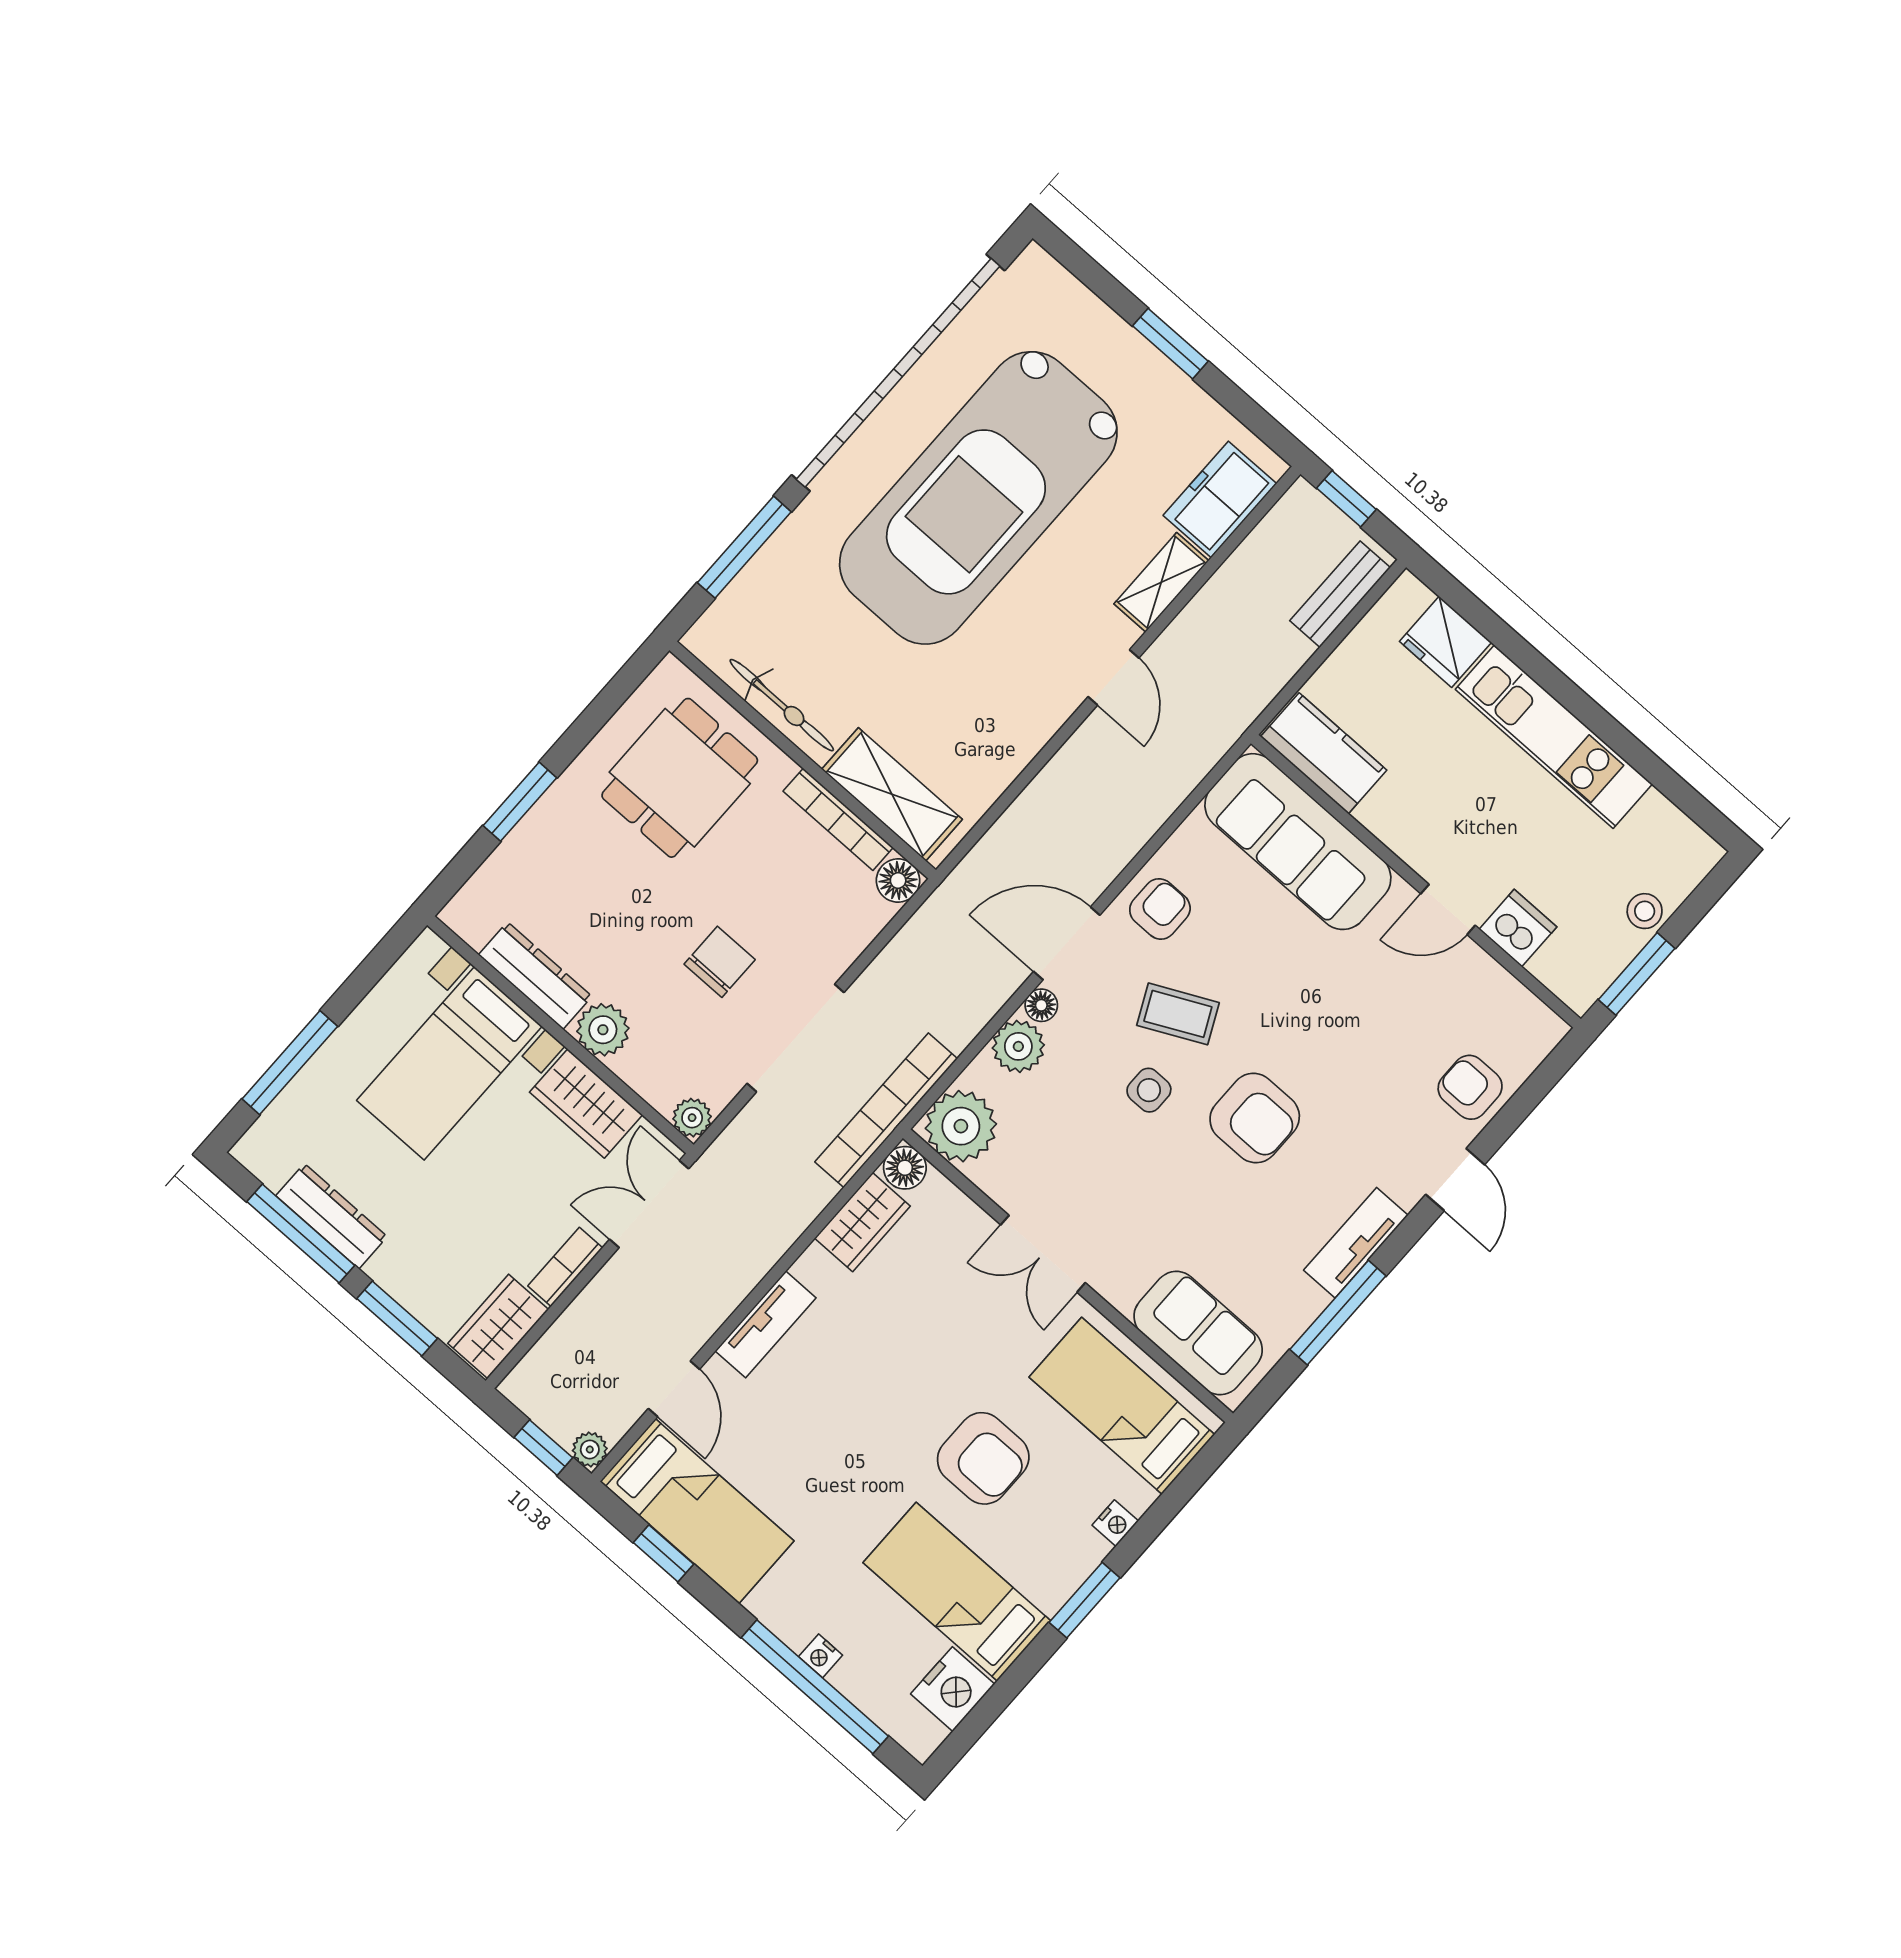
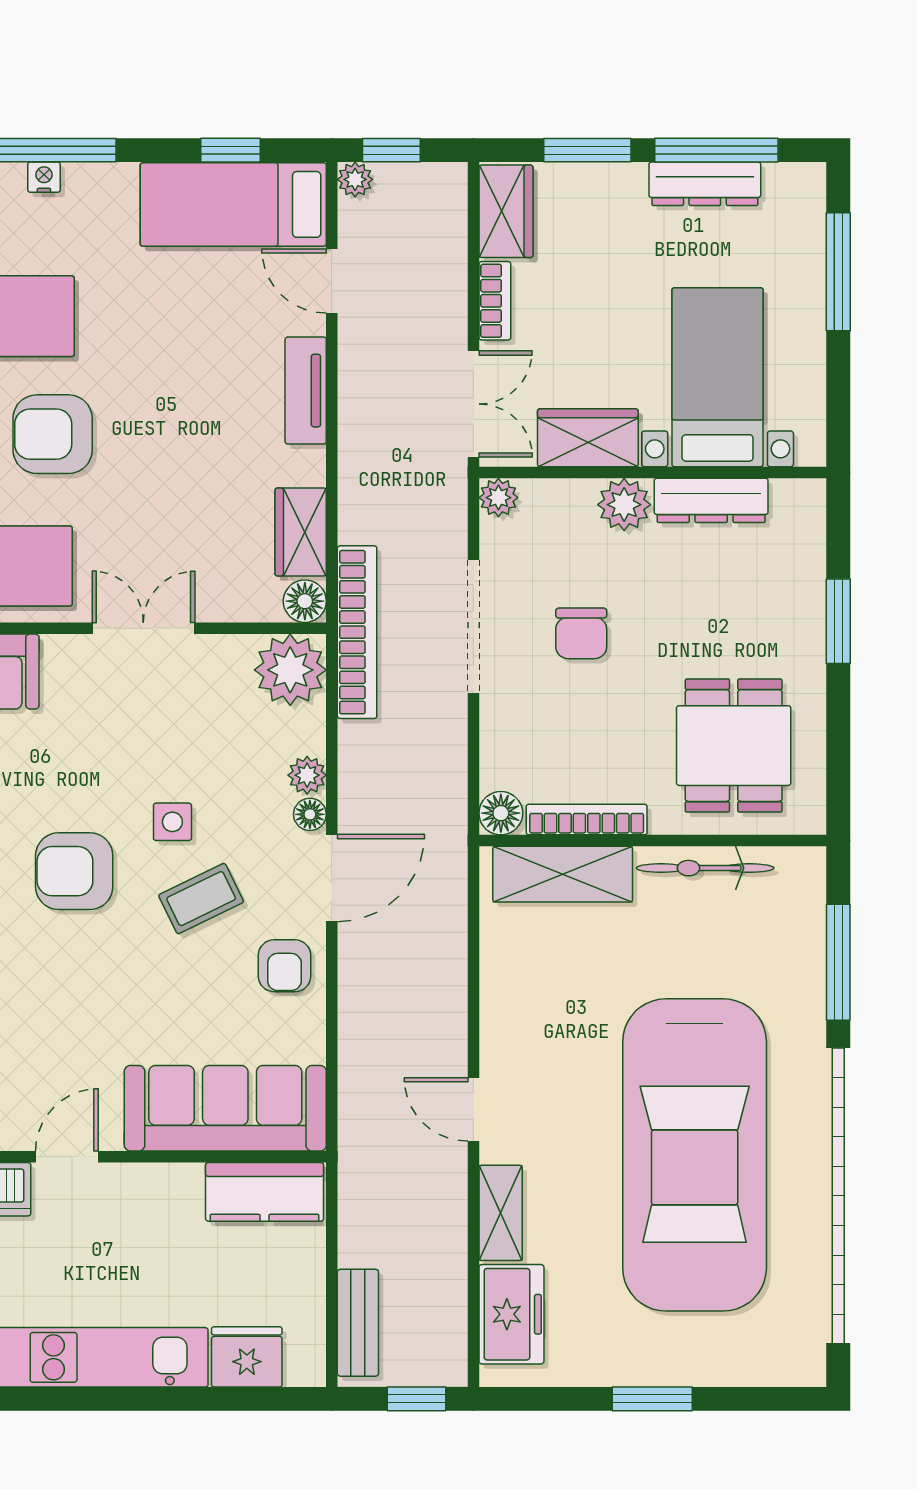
car: (978, 498) -> (695, 1155), turned 180
plant: (1018, 1046) -> (307, 775), width x0.73, depth x0.73

